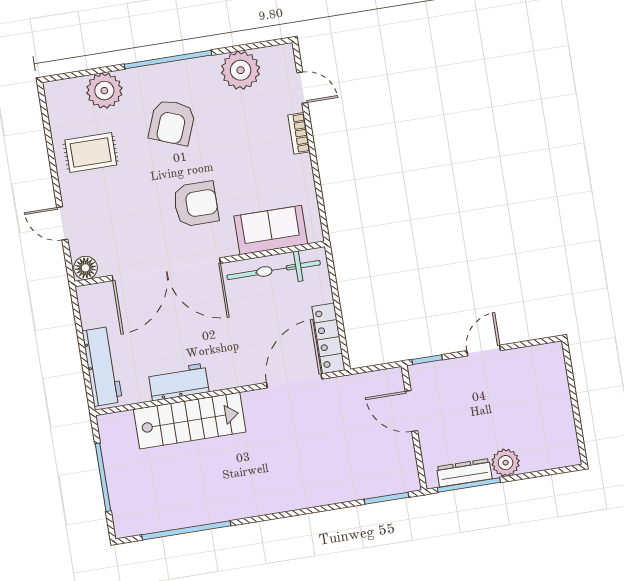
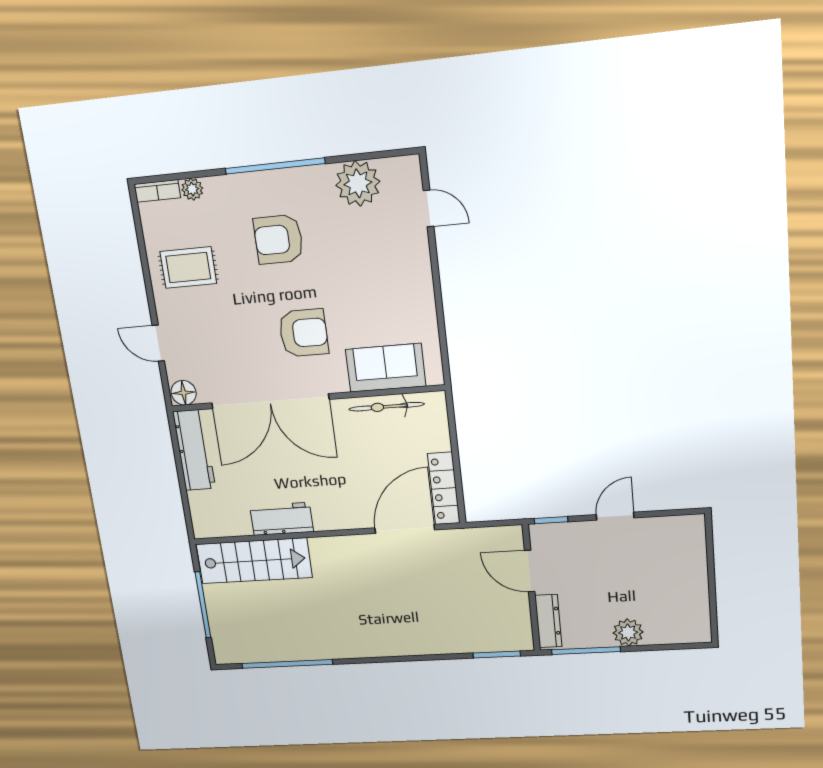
plant: (104, 91) -> (192, 189), width x0.53, depth x0.53
armchair: (172, 122) -> (279, 239), turned 69
bookcase: (299, 133) -> (157, 191), moved, turned -90
bicycle: (274, 270) -> (387, 407), width x0.73, depth x0.71
workbench: (102, 366) -> (194, 450), moved
stairs: (190, 421) -> (254, 561), moved
dresser: (464, 473) -> (548, 621), moved, turned 90

